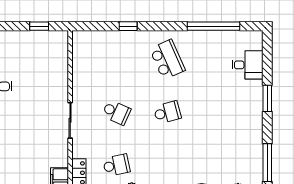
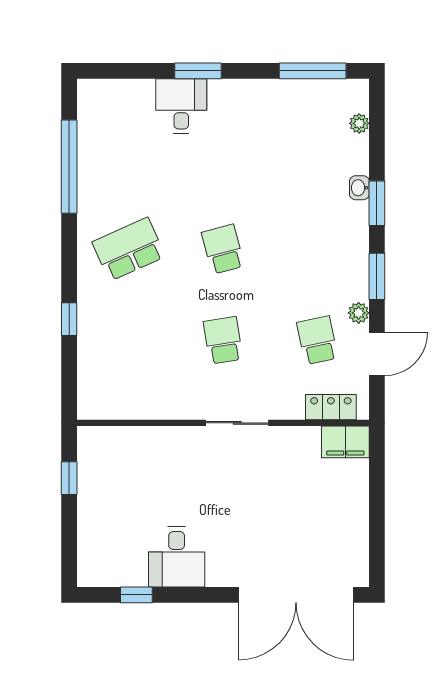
desk: (248, 65) -> (181, 106), moved
school desk: (116, 112) -> (223, 340), turned -33

